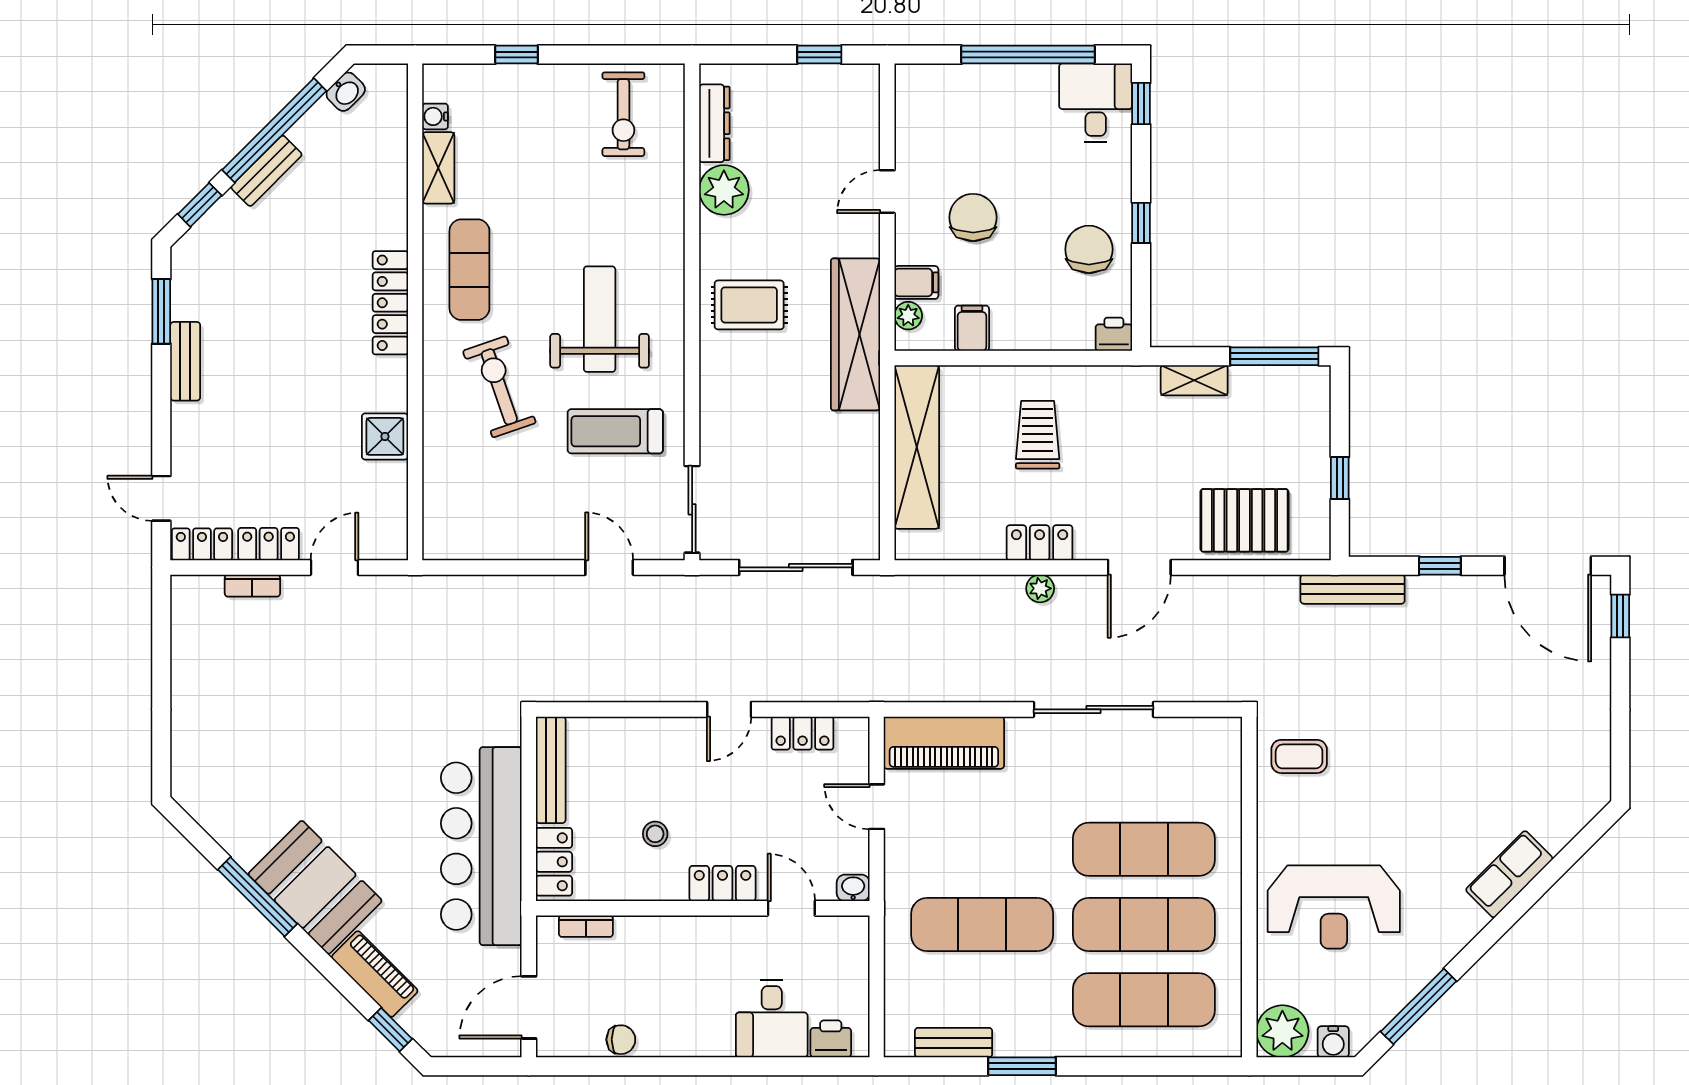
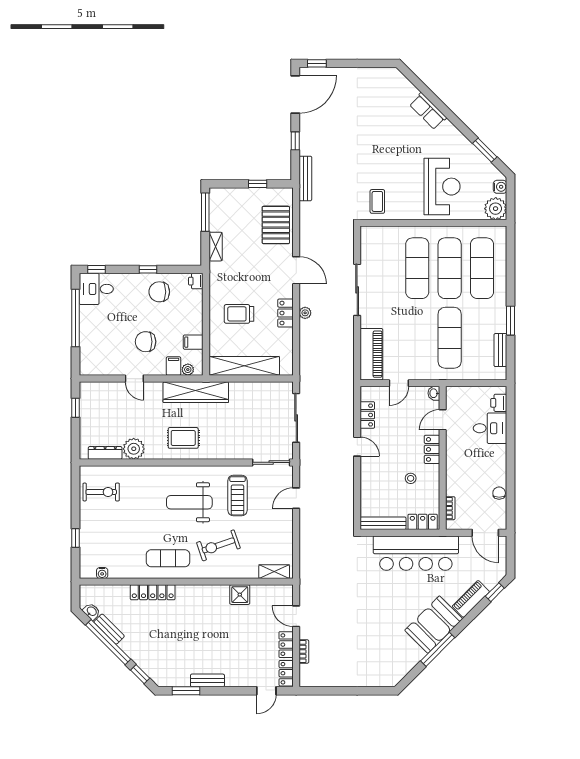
shelving: (438, 168) -> (274, 572), moved
bench: (266, 171) -> (109, 629), moved
locker: (390, 303) -> (153, 592), moved
rug: (749, 305) -> (183, 438), turned 90
window: (1419, 1006) -> (485, 150), width x0.69

